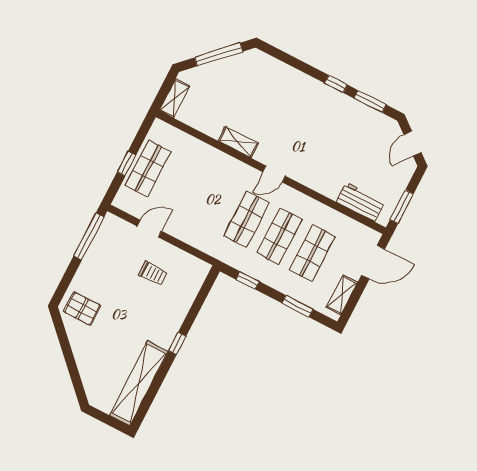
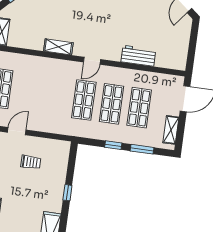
workbench: (361, 202) -> (138, 56), moved
window: (402, 207) -> (191, 52), removed
window: (248, 280) -> (113, 145), moved
window: (177, 343) -> (67, 193), moved

